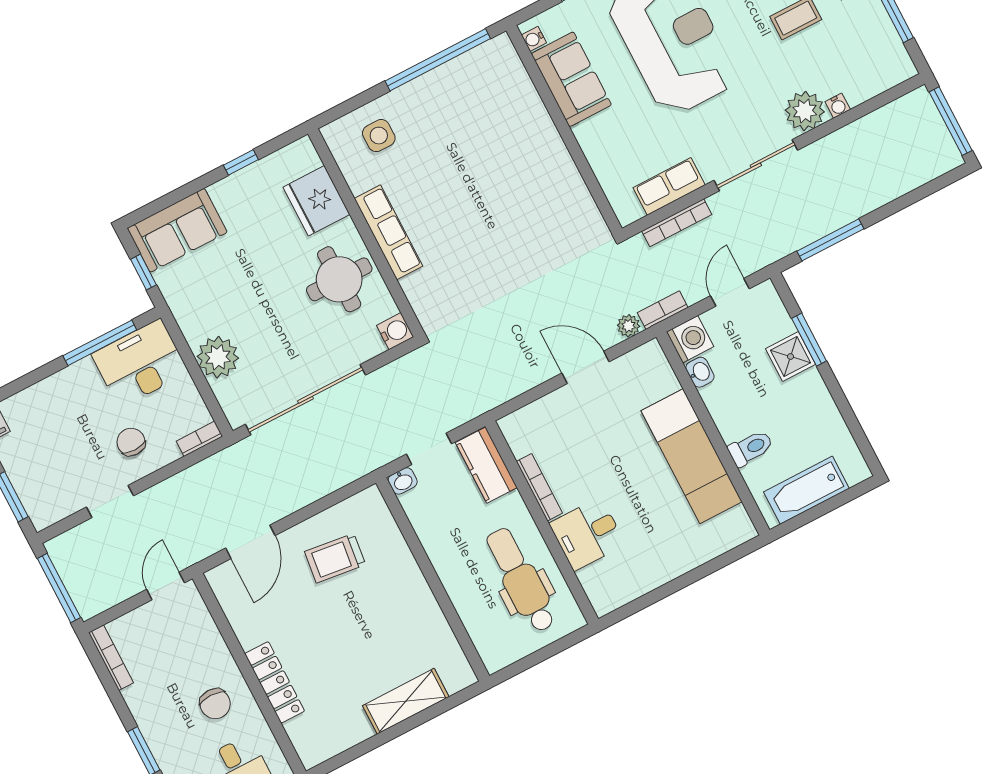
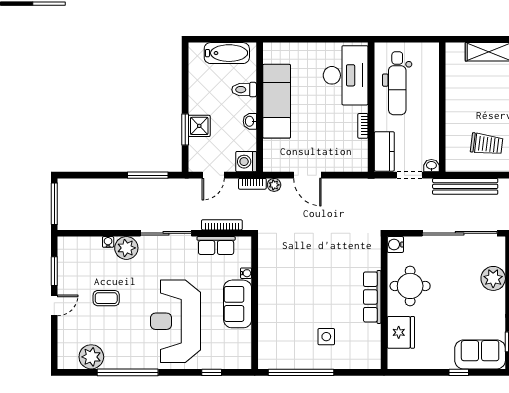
water cooler: (534, 39) -> (246, 273), moved
sofa: (571, 79) -> (238, 304), moved
side table: (379, 136) -> (326, 337), moved
window: (241, 162) -> (459, 372), moved
washbasin: (700, 372) -> (250, 121), moved
bench: (334, 476) -> (465, 186), added
bookcase: (539, 487) -> (363, 126), width x0.64
desk: (587, 534) -> (346, 75), width x1.87, depth x1.30

